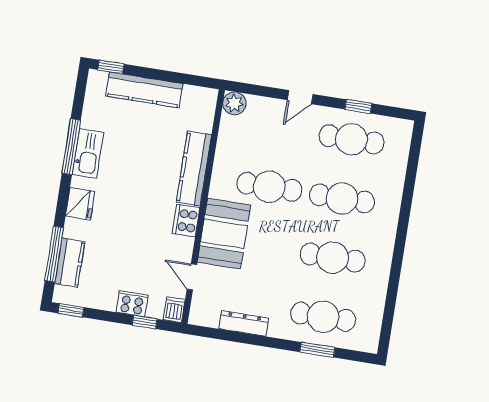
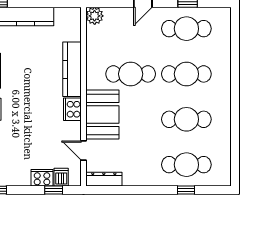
dishwasher: (174, 310) -> (61, 177), moved
dresser: (244, 323) -> (104, 179), moved
window: (317, 350) -> (186, 190), width x0.67

